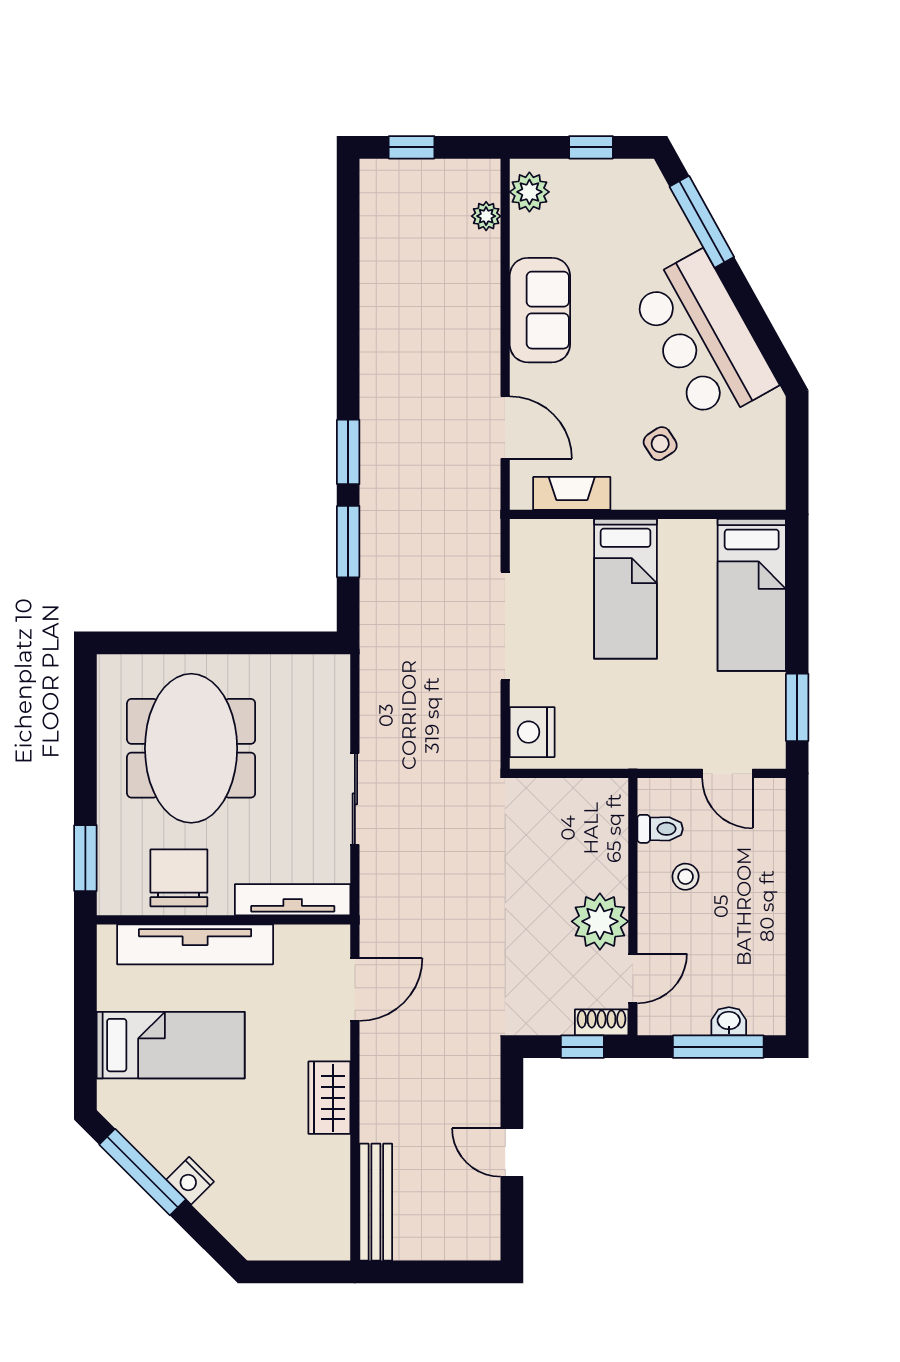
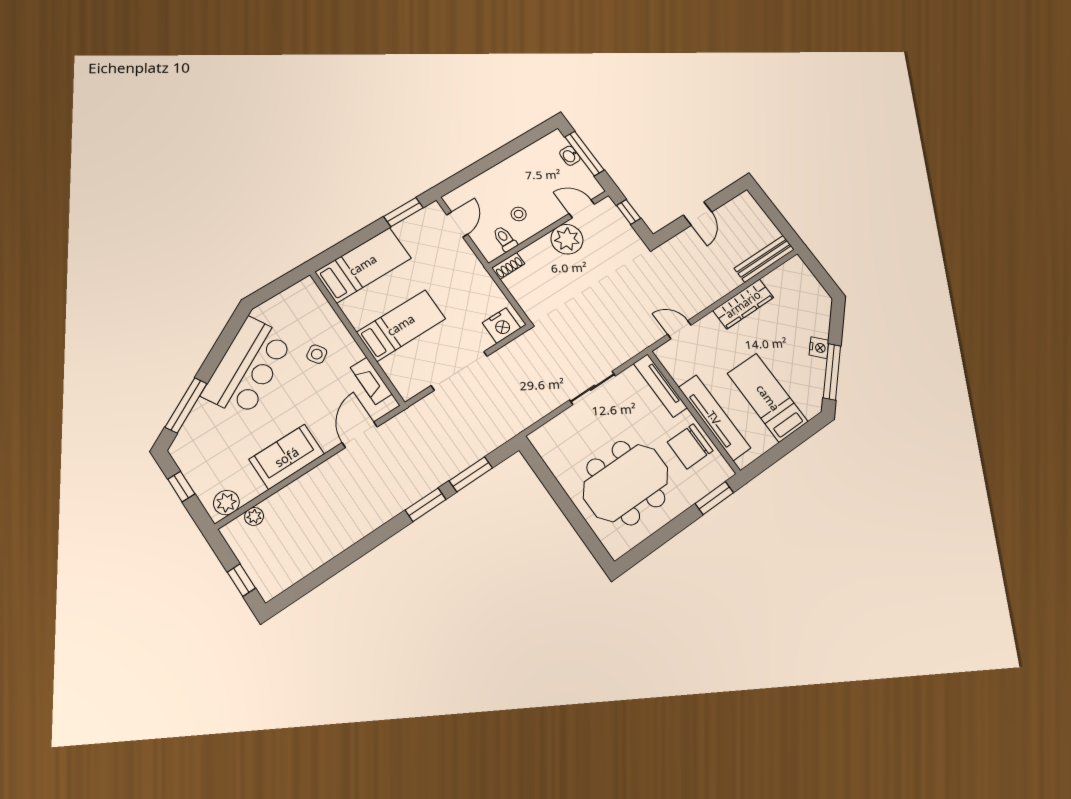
door: (355, 989) -> (679, 330), width x0.73
shoe rack: (602, 1022) -> (508, 266), moved, turned -90
wardrobe: (329, 1098) -> (743, 304), width x1.50

